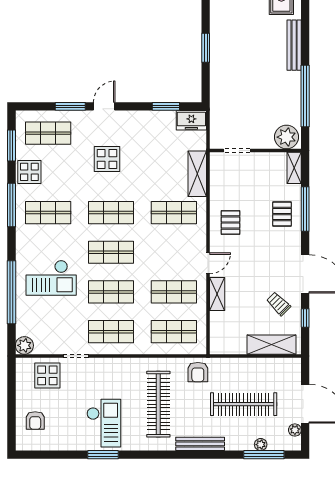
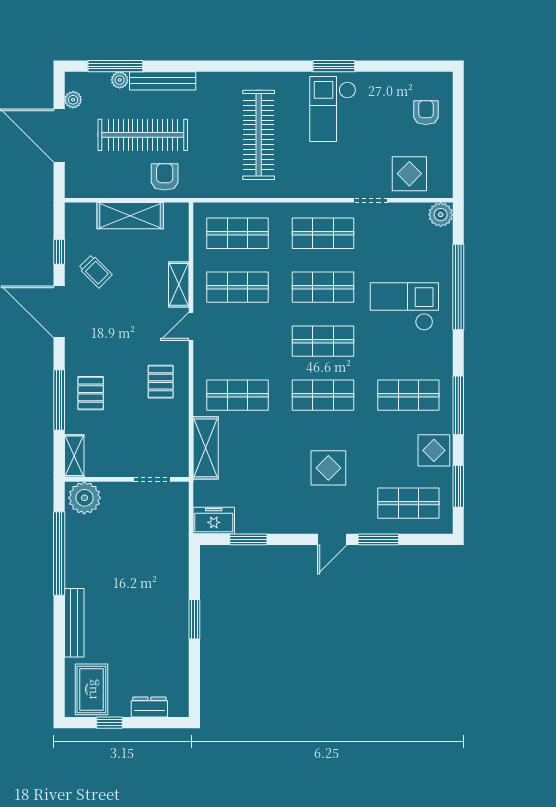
shelving: (271, 345) -> (130, 216), moved
armchair: (198, 372) -> (165, 177), moved
bench: (200, 444) -> (163, 81), moved

